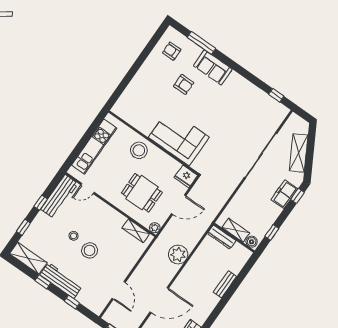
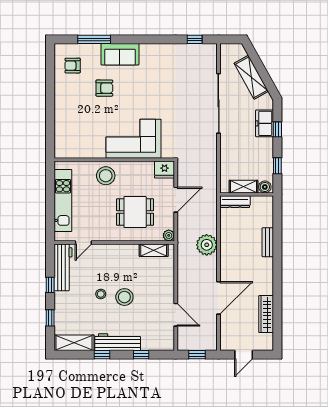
window: (297, 196) -> (277, 129), moved

